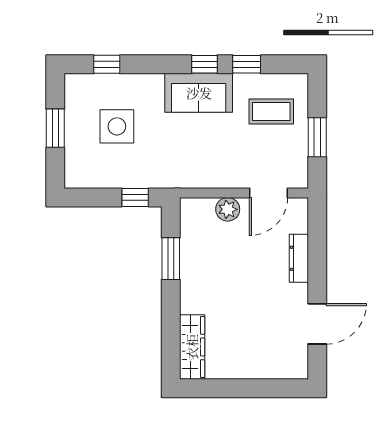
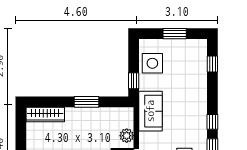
sofa: (199, 93) -> (150, 111), moved, turned 180
side table: (117, 126) -> (152, 63), moved
window: (171, 259) -> (86, 102), moved

